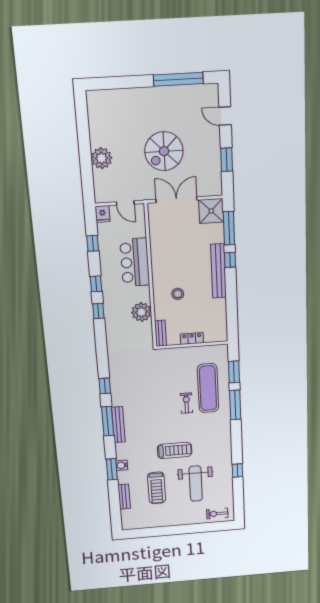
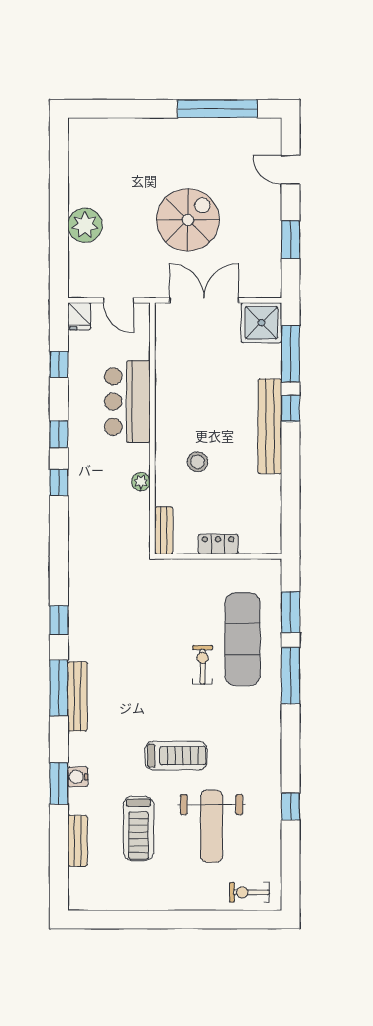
spiral stairs: (164, 151) -> (188, 220), turned 180
plant: (141, 312) -> (141, 482), width x0.53, depth x0.53

